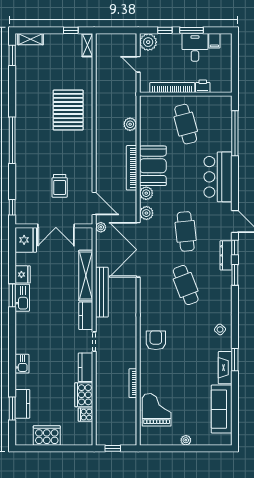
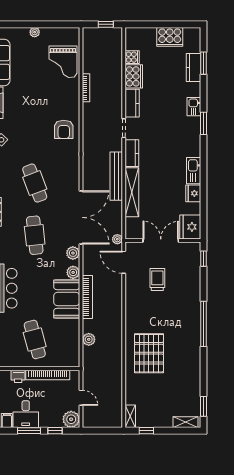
window: (12, 295) -> (204, 123), moved

